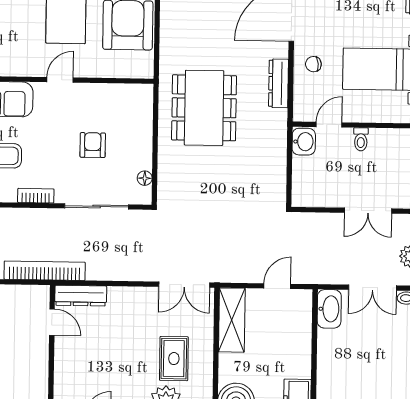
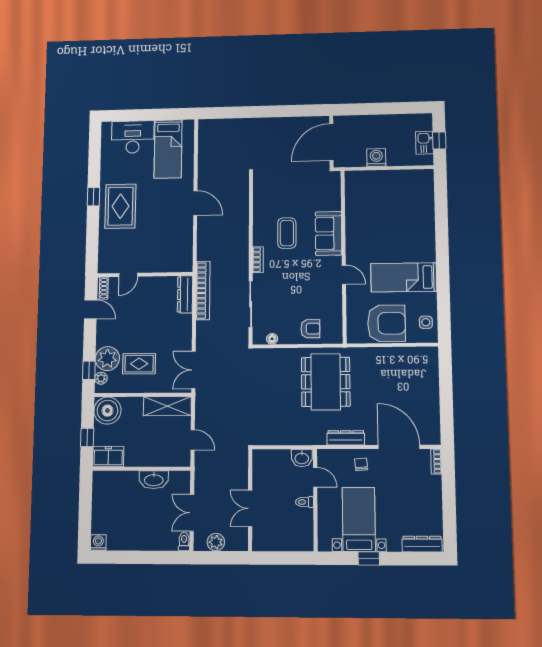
dining table: (204, 108) -> (326, 382), turned 90
armchair: (93, 145) -> (310, 329), moved
bookcase: (45, 271) -> (203, 290), moved
washbasin: (329, 309) -> (154, 480), moved
door: (52, 322) -> (128, 275), moved

